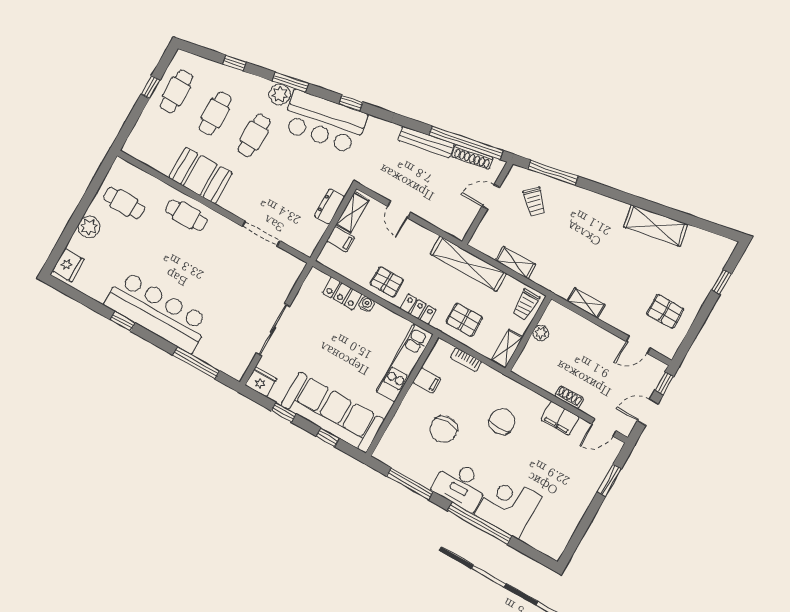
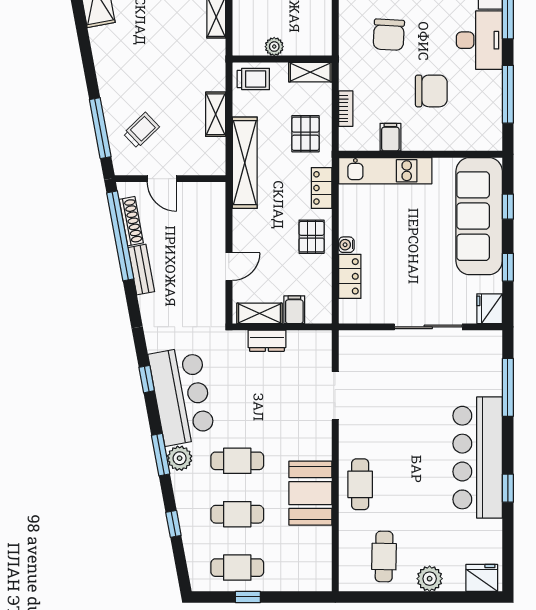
bench: (426, 142) -> (141, 270), width x0.73
chair: (502, 421) -> (389, 35), turned -87

